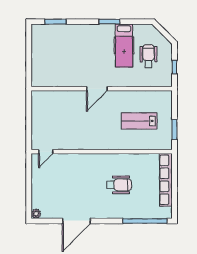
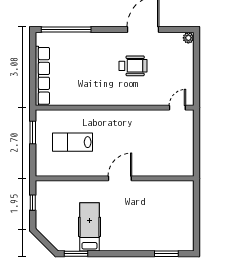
window: (109, 22) -> (76, 254), moved
wheelchair: (148, 56) -> (62, 215), removed
lab bench: (139, 121) -> (72, 142), turned 180
wheelchair: (119, 185) -> (133, 66), moved, turned 180

